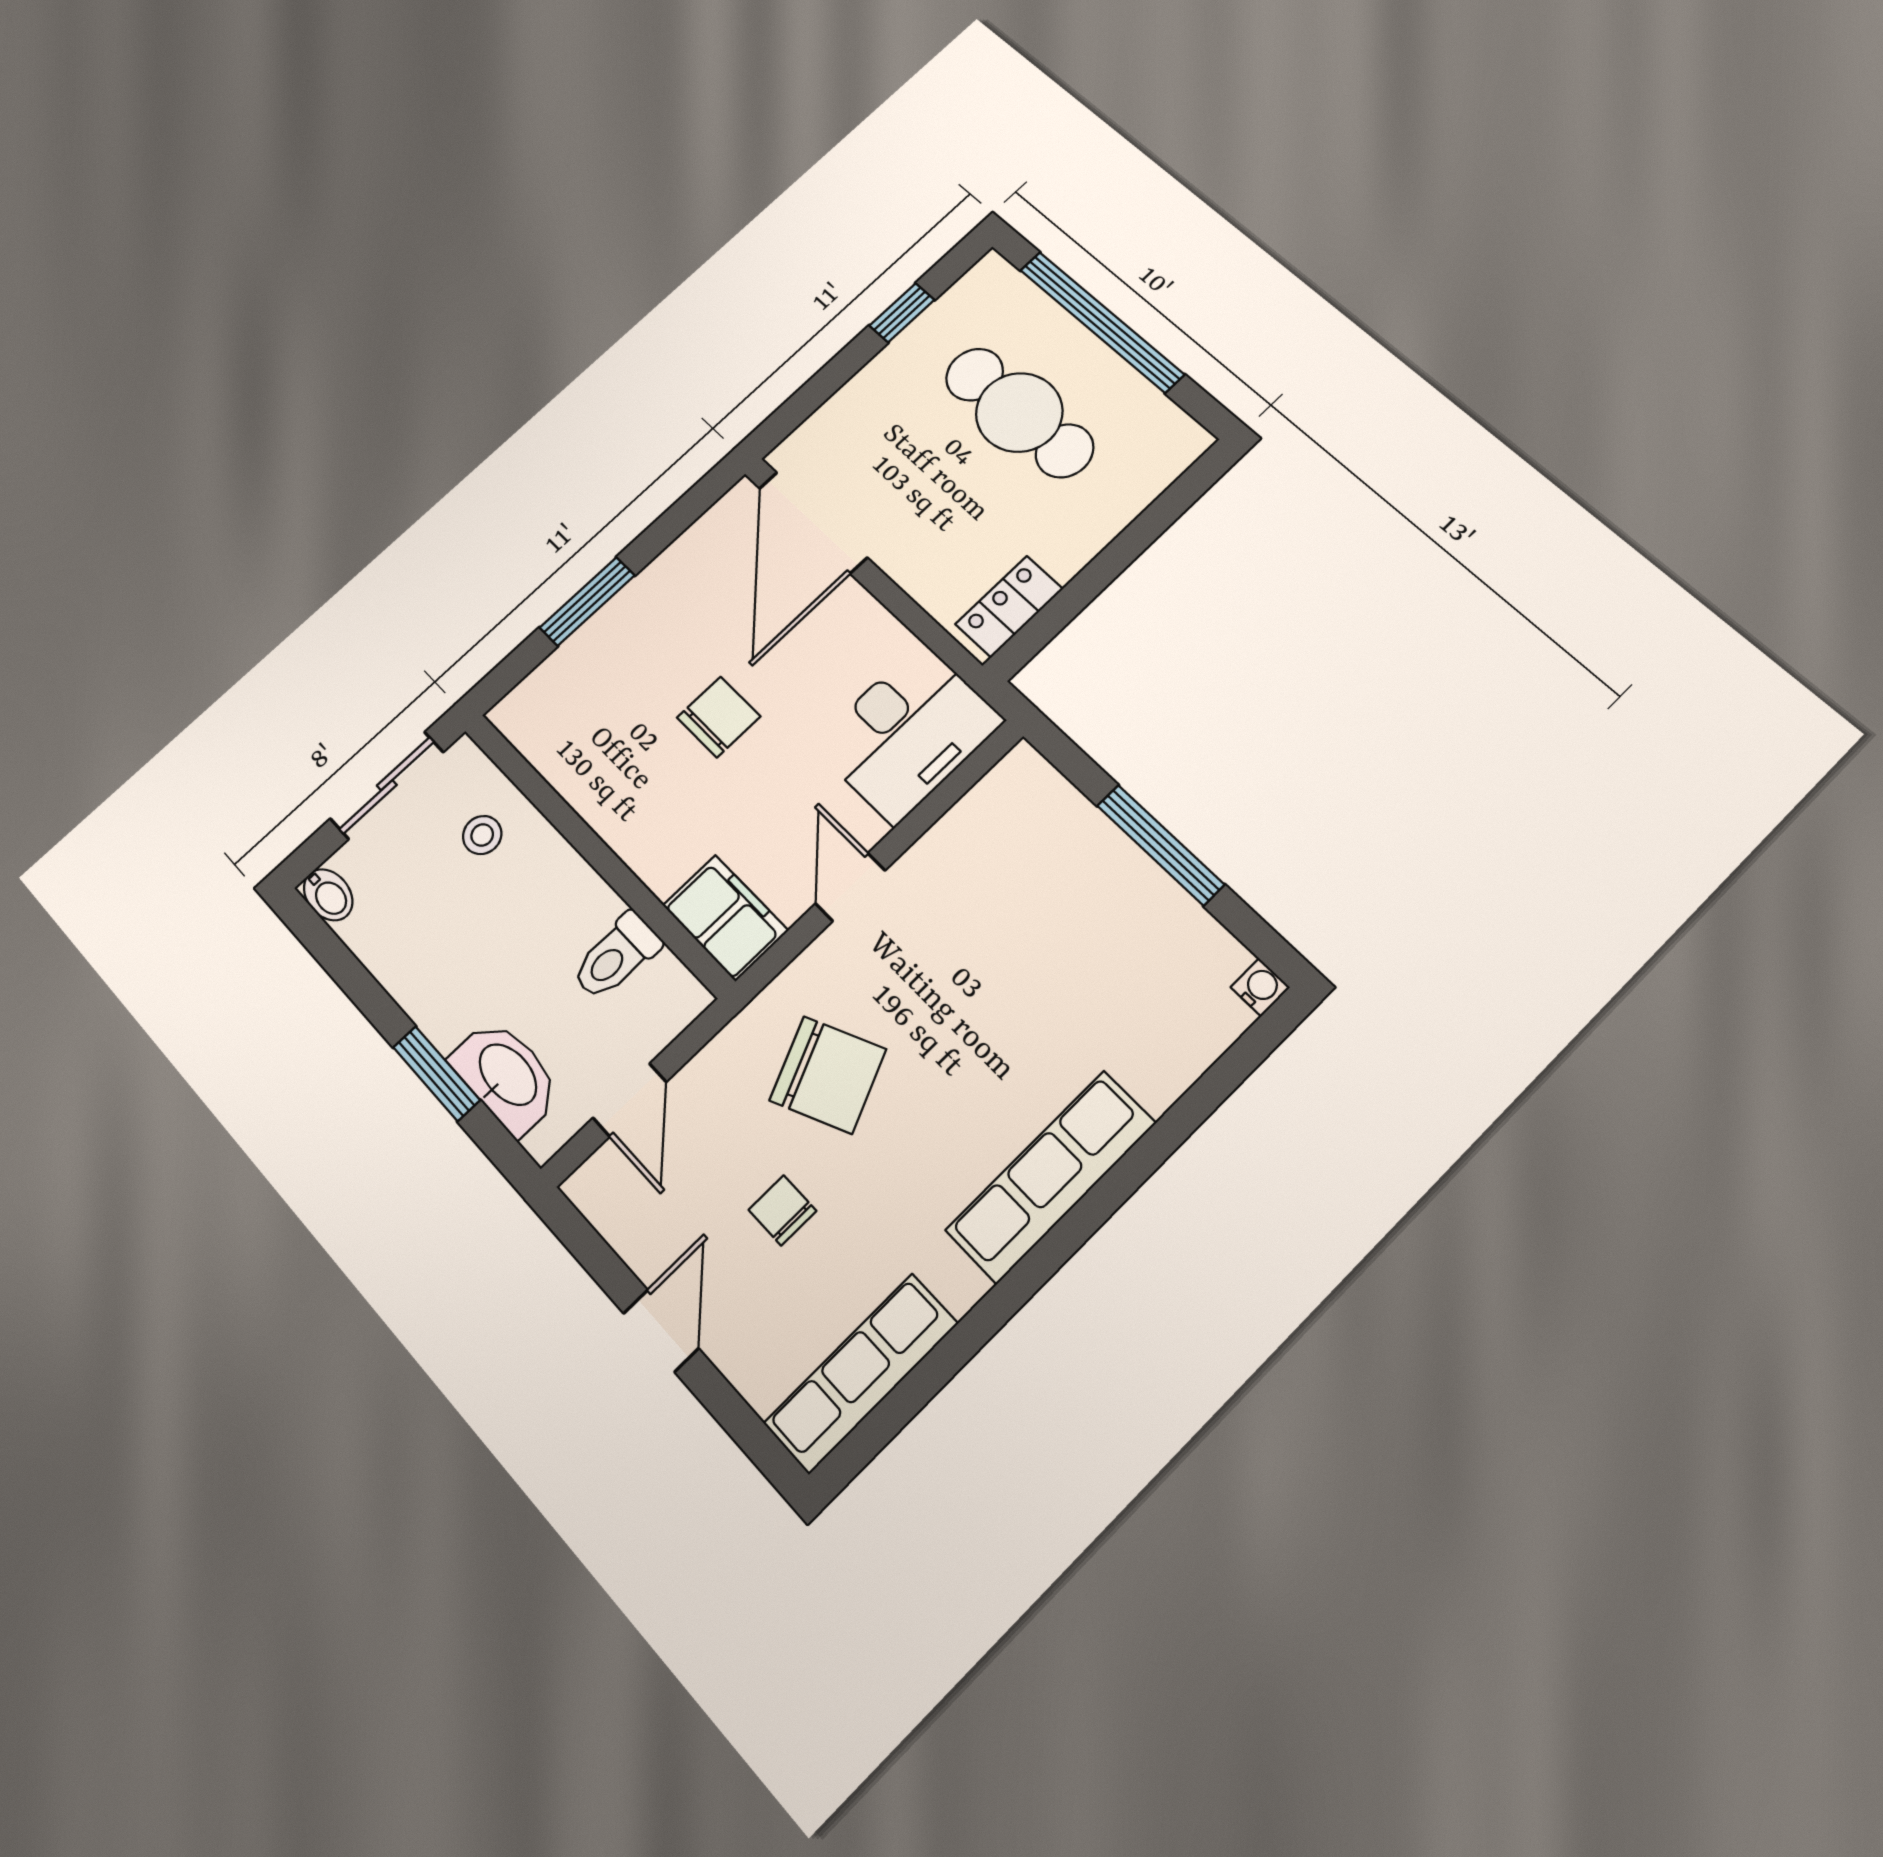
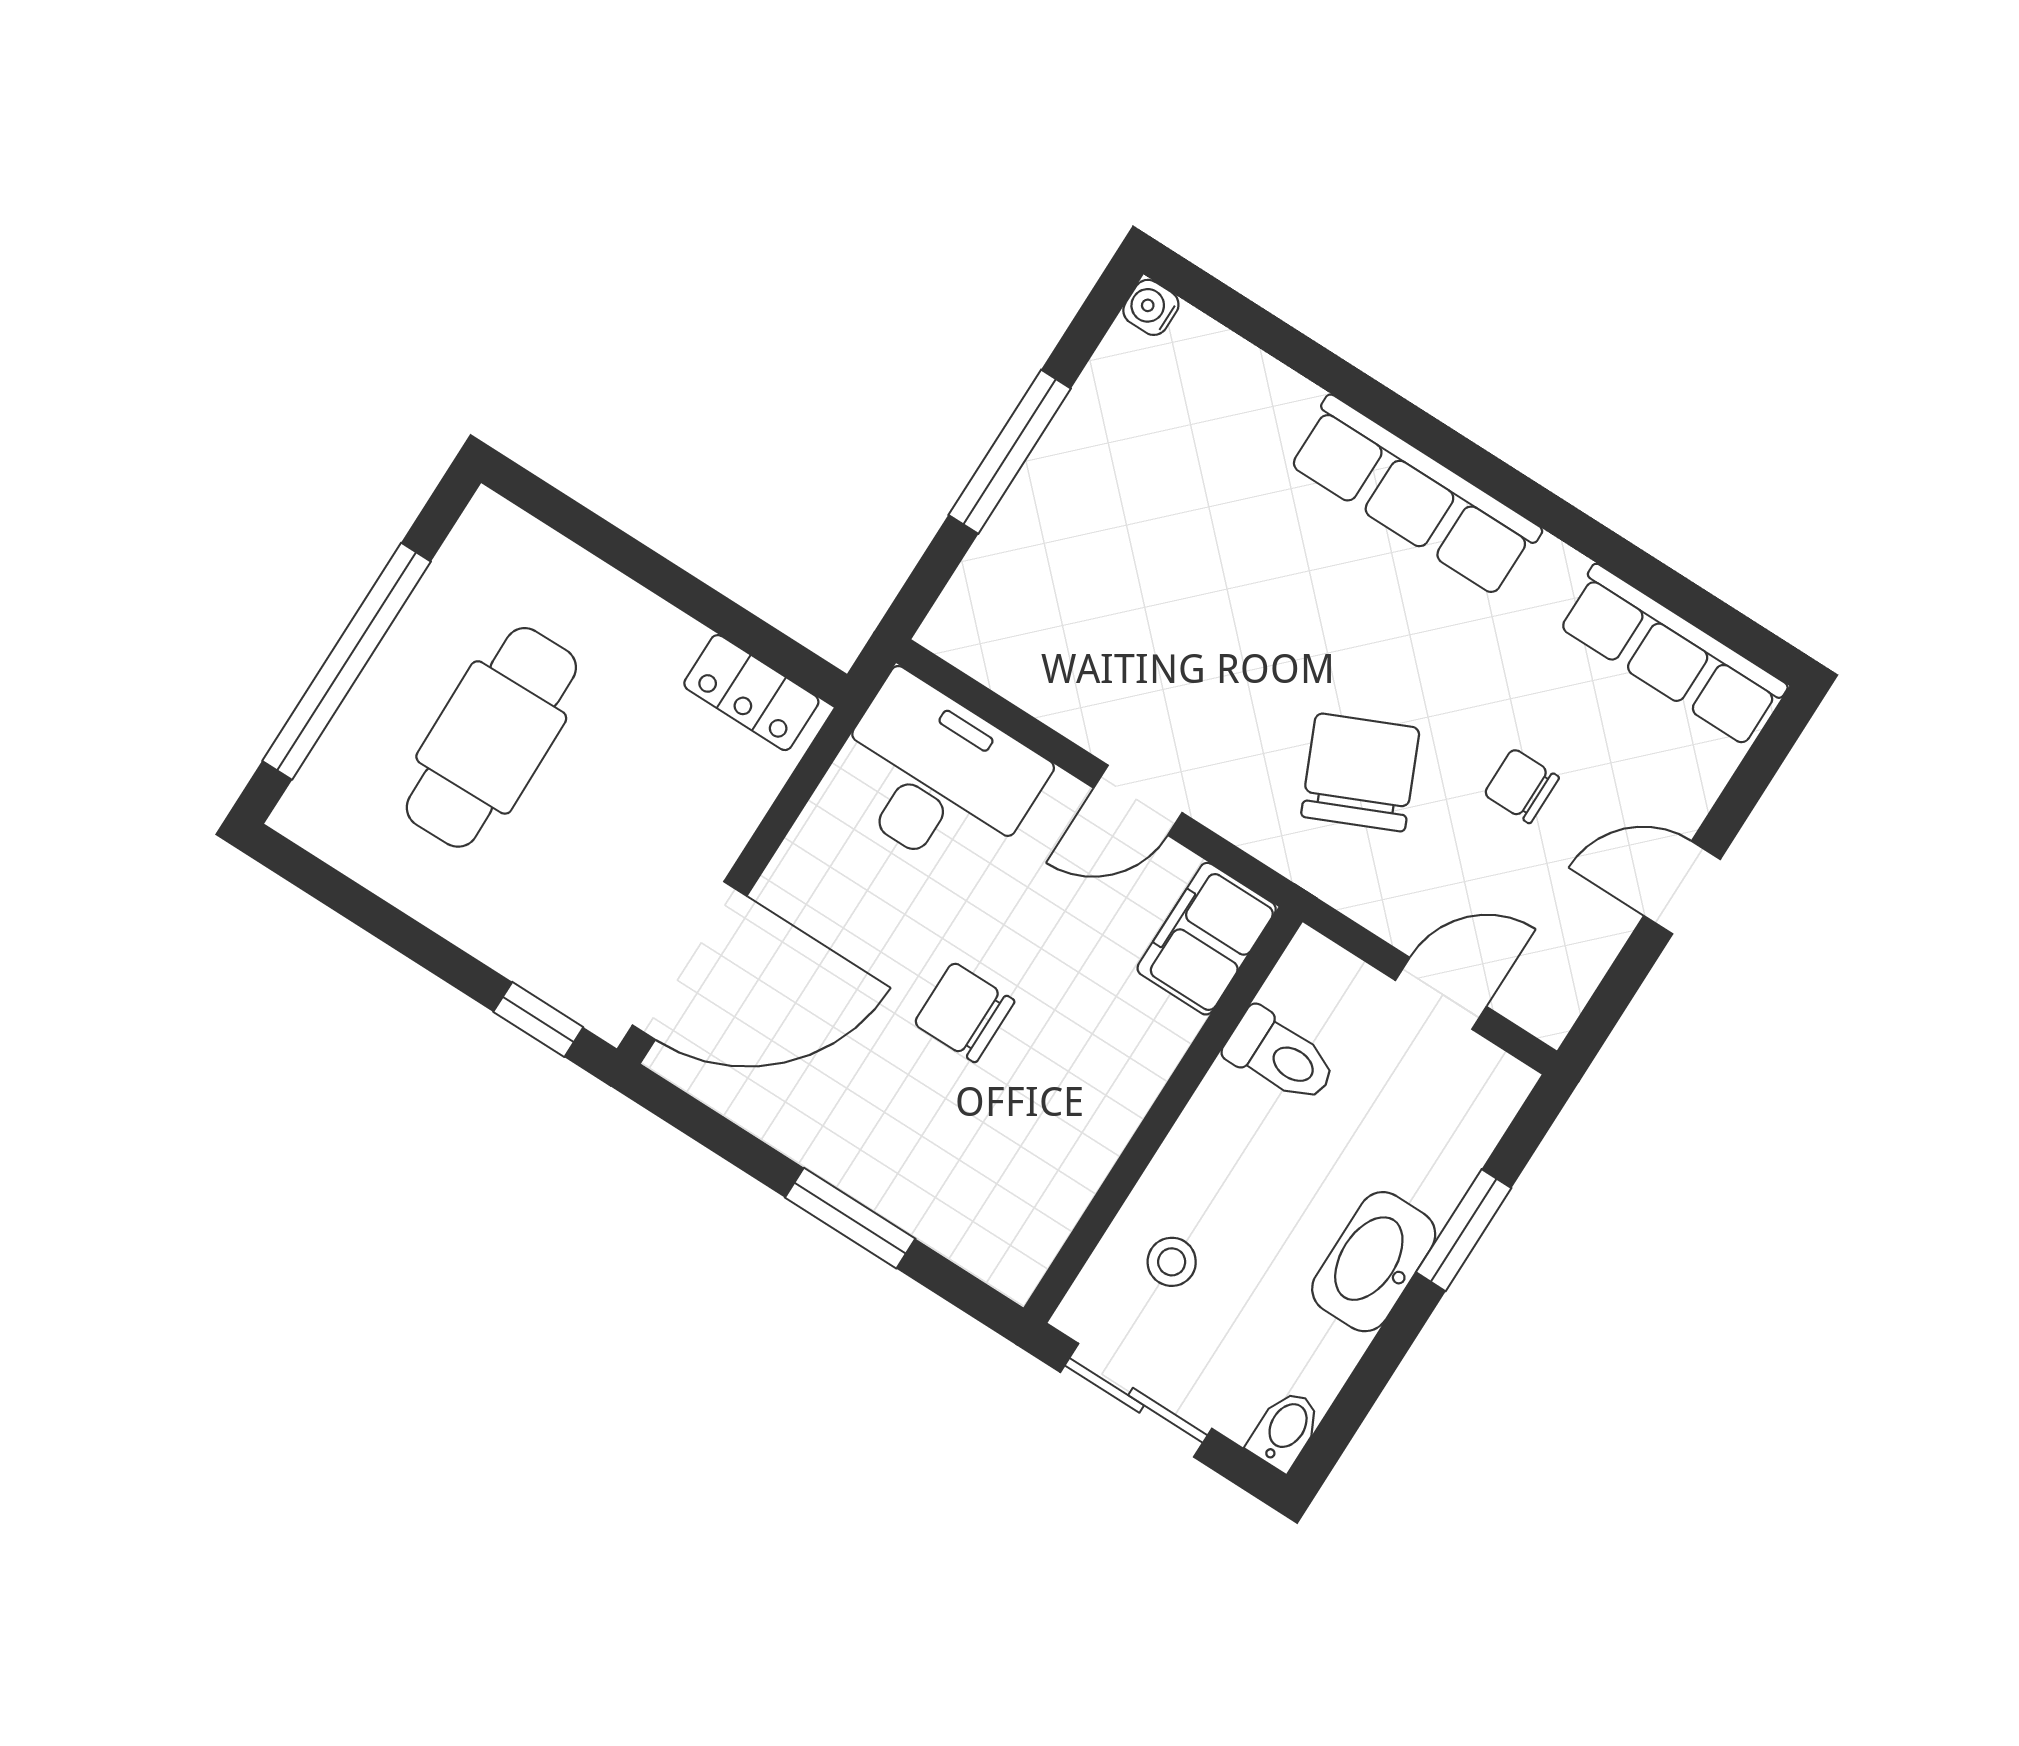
window: (902, 313) -> (538, 1019), moved
washbasin: (506, 1076) -> (1374, 1262), moved
chair: (782, 1210) -> (1521, 786), turned 90

